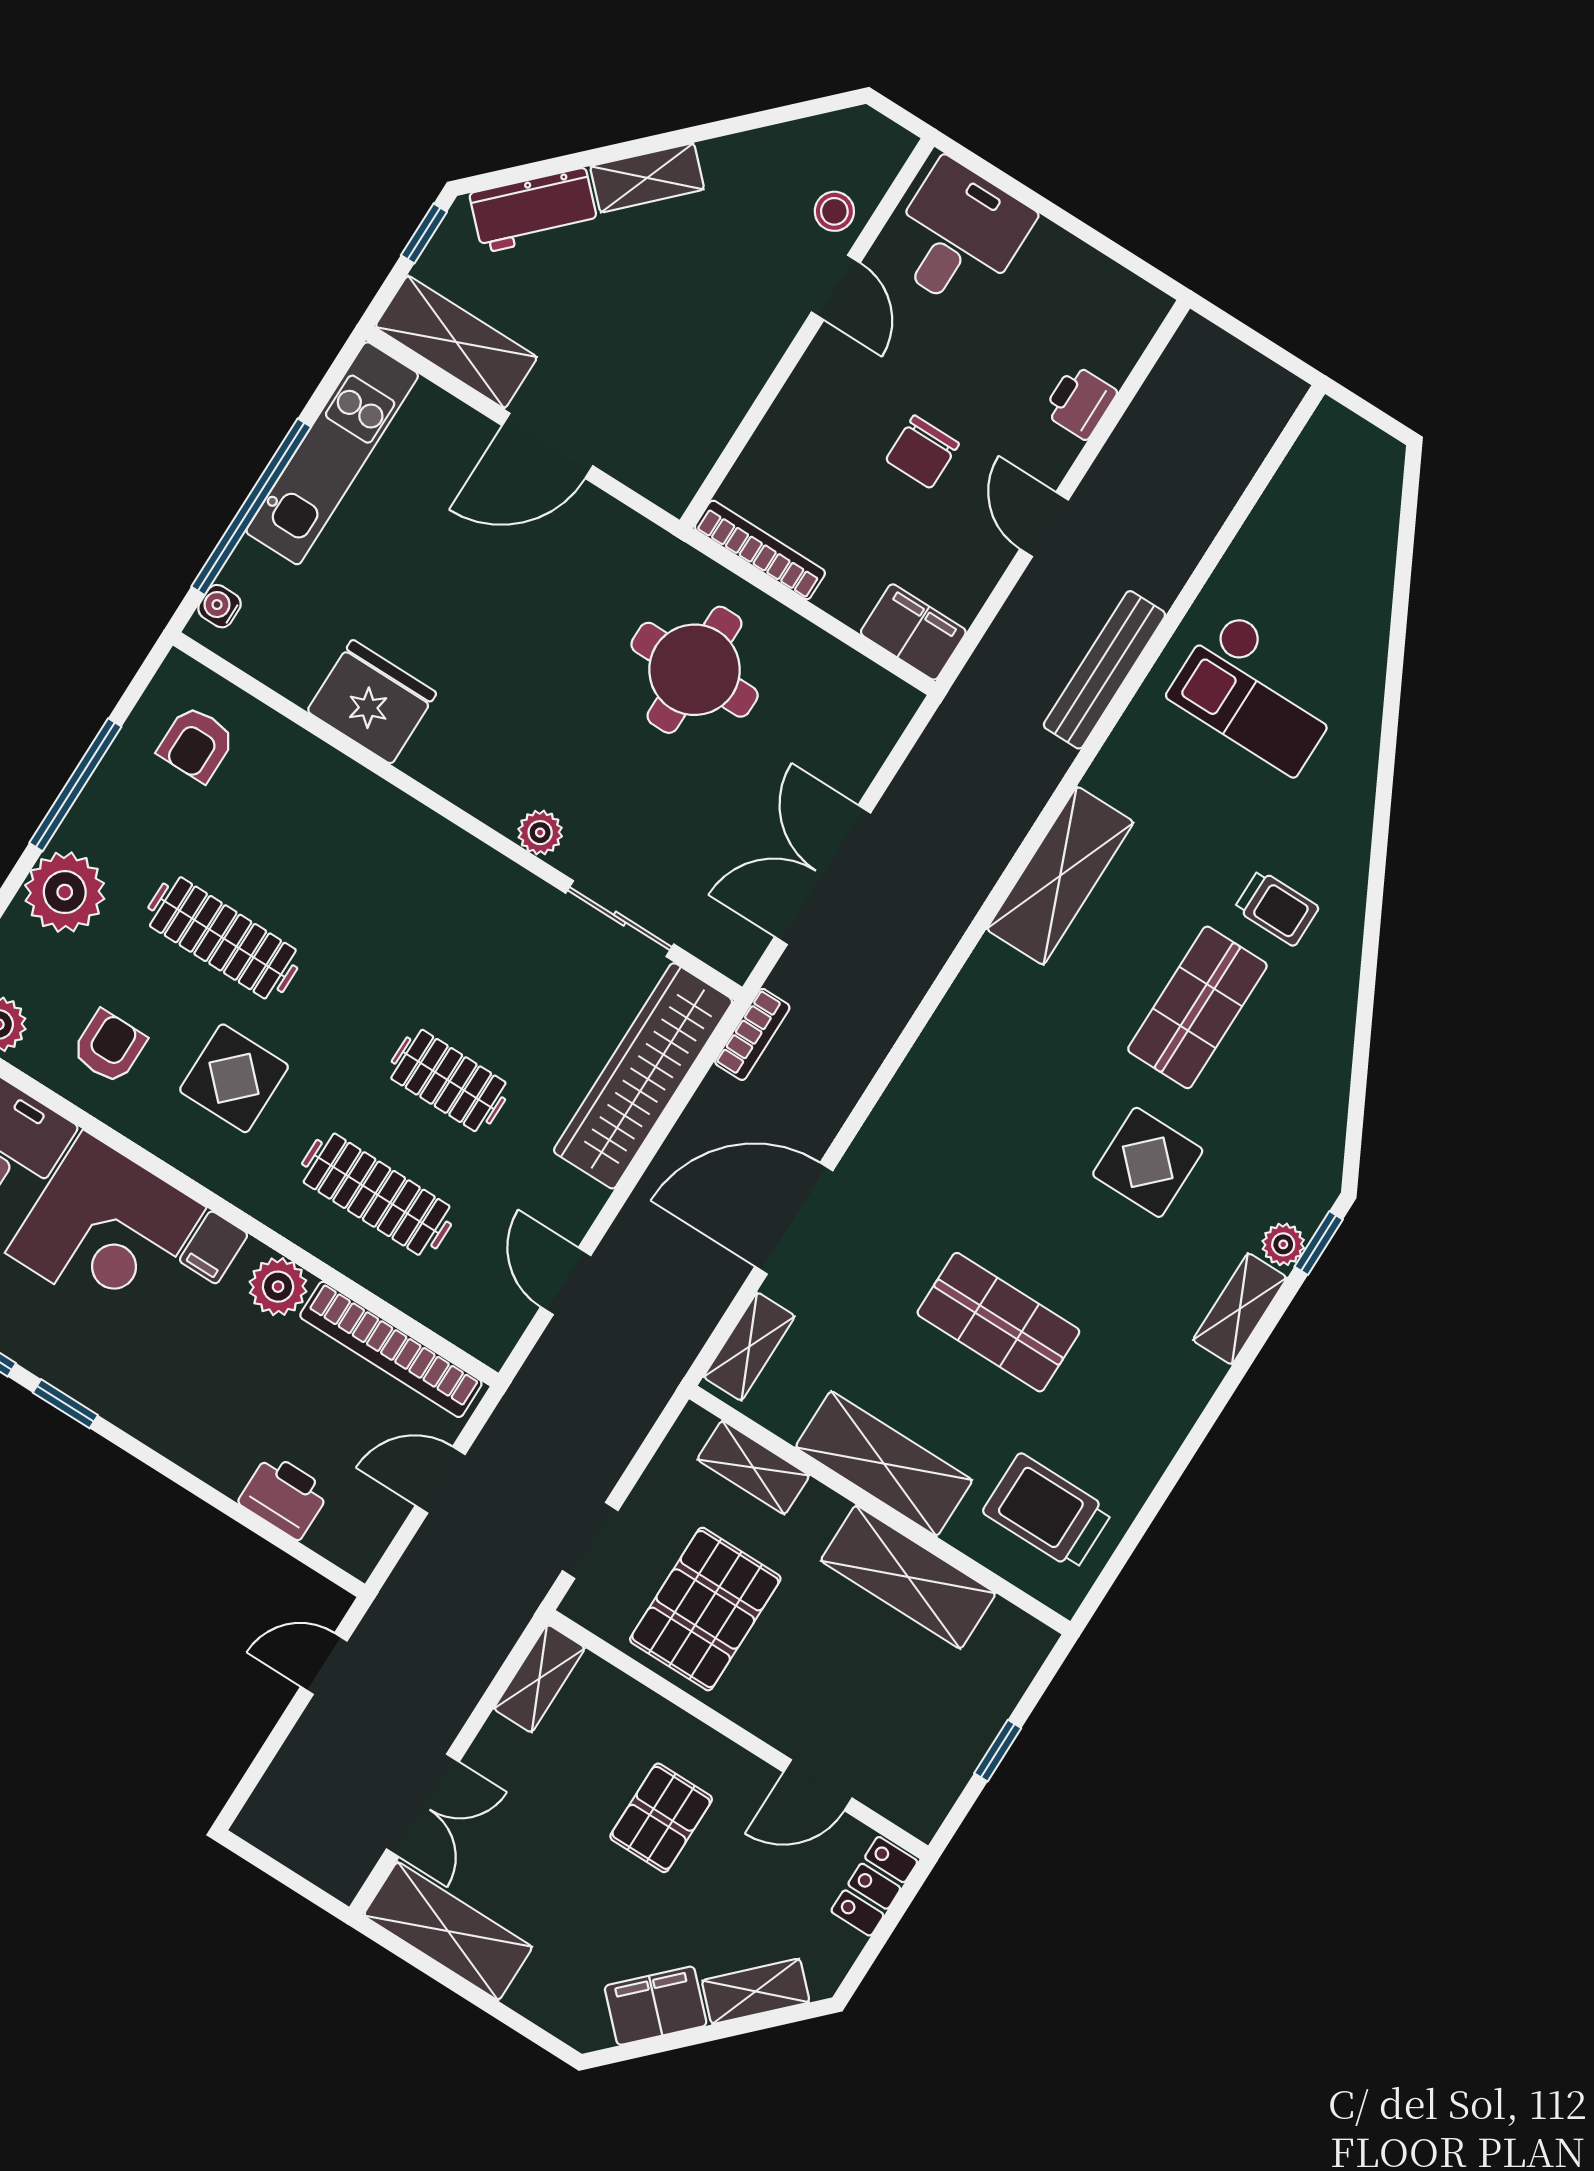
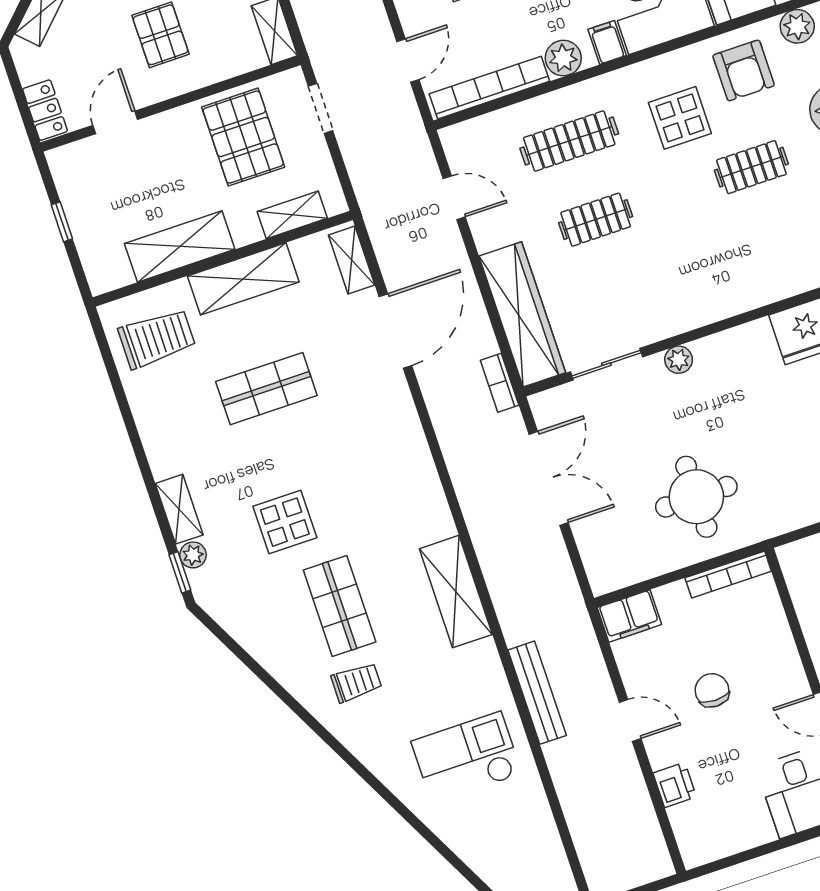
trolley: (1277, 908) -> (356, 682), turned 180
clothes rail: (223, 938) -> (751, 167), width x0.73
armchair: (109, 1047) -> (744, 70), width x1.38, depth x1.38

